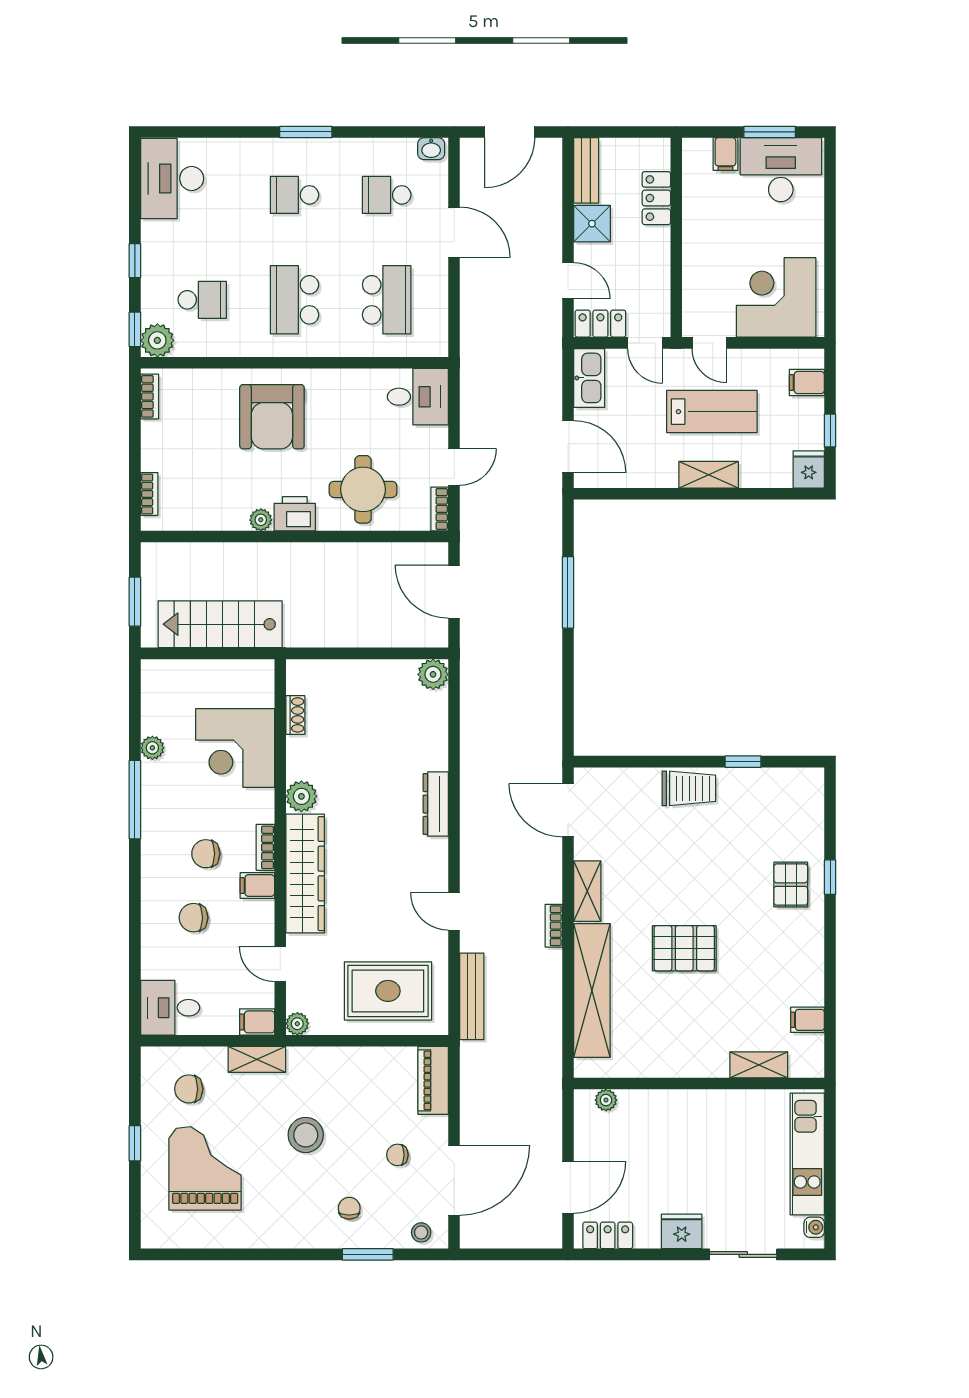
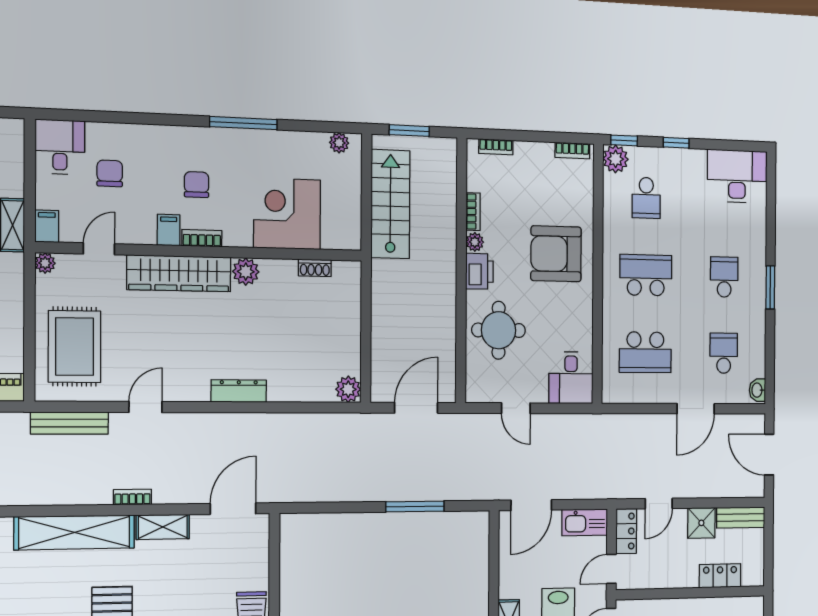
bookcase: (440, 509) -> (473, 212), moved, turned 90
plant: (152, 748) -> (339, 143), moved
chair: (194, 918) -> (110, 173), moved

